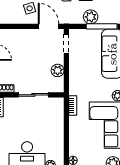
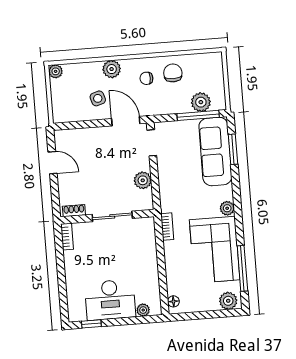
plant: (91, 17) -> (201, 102), moved

